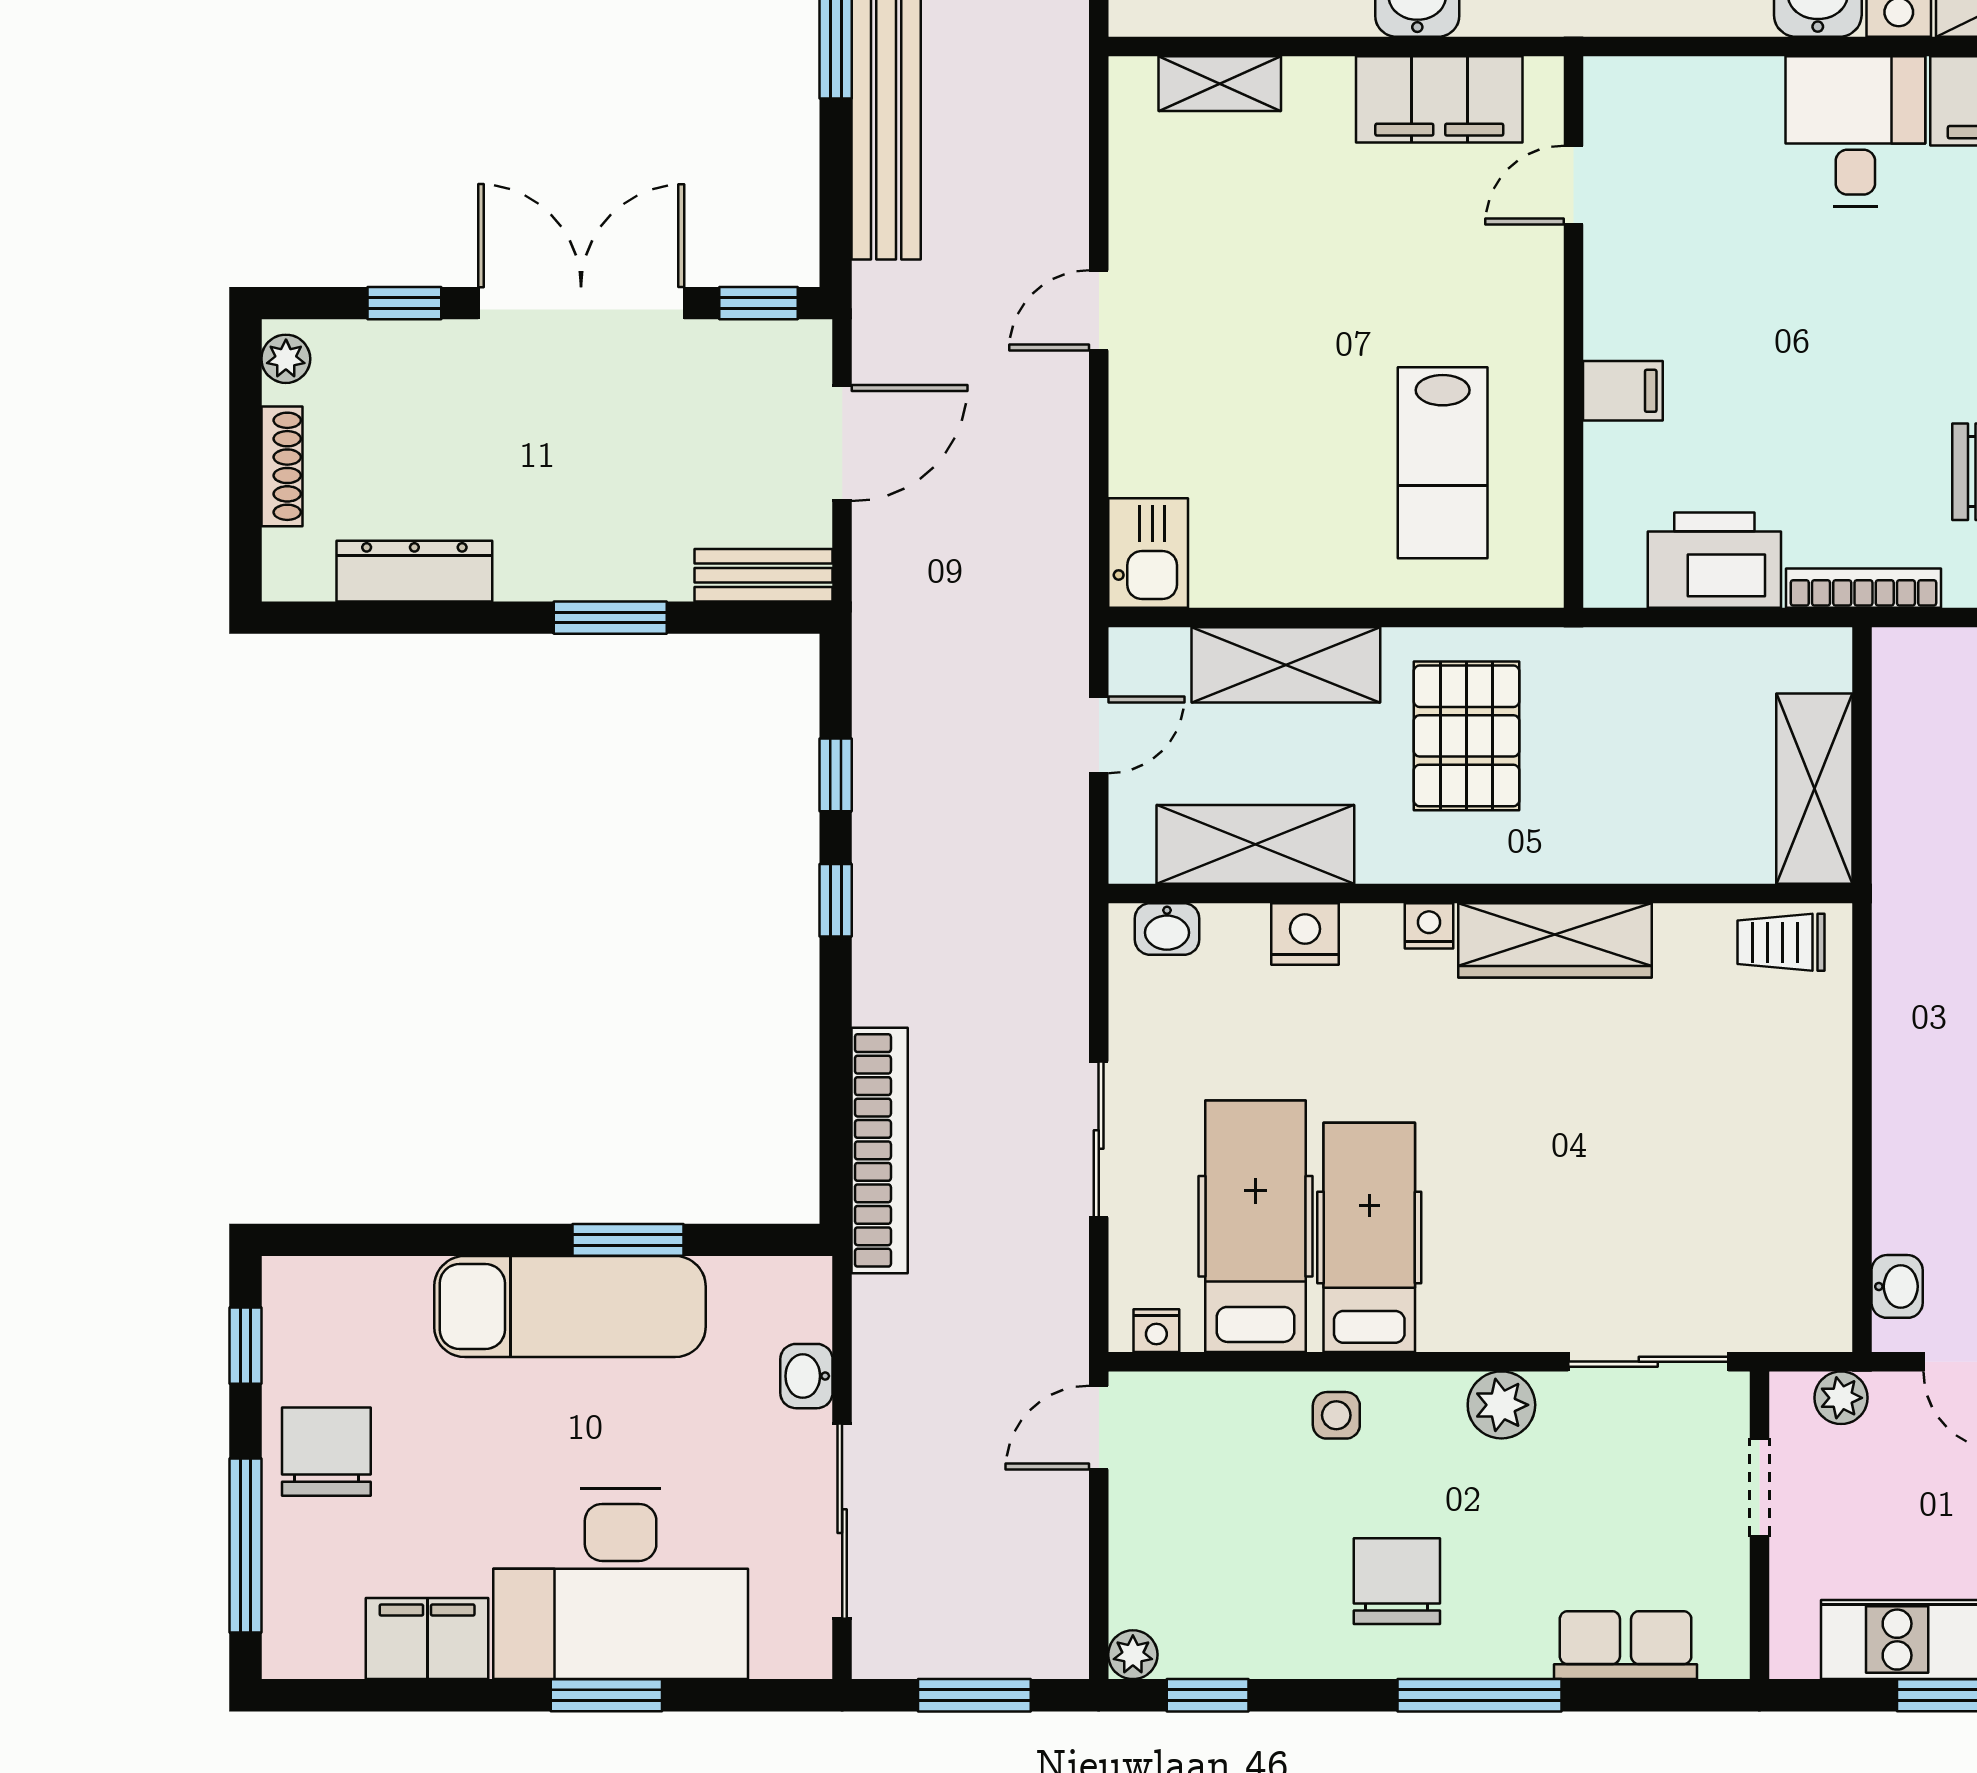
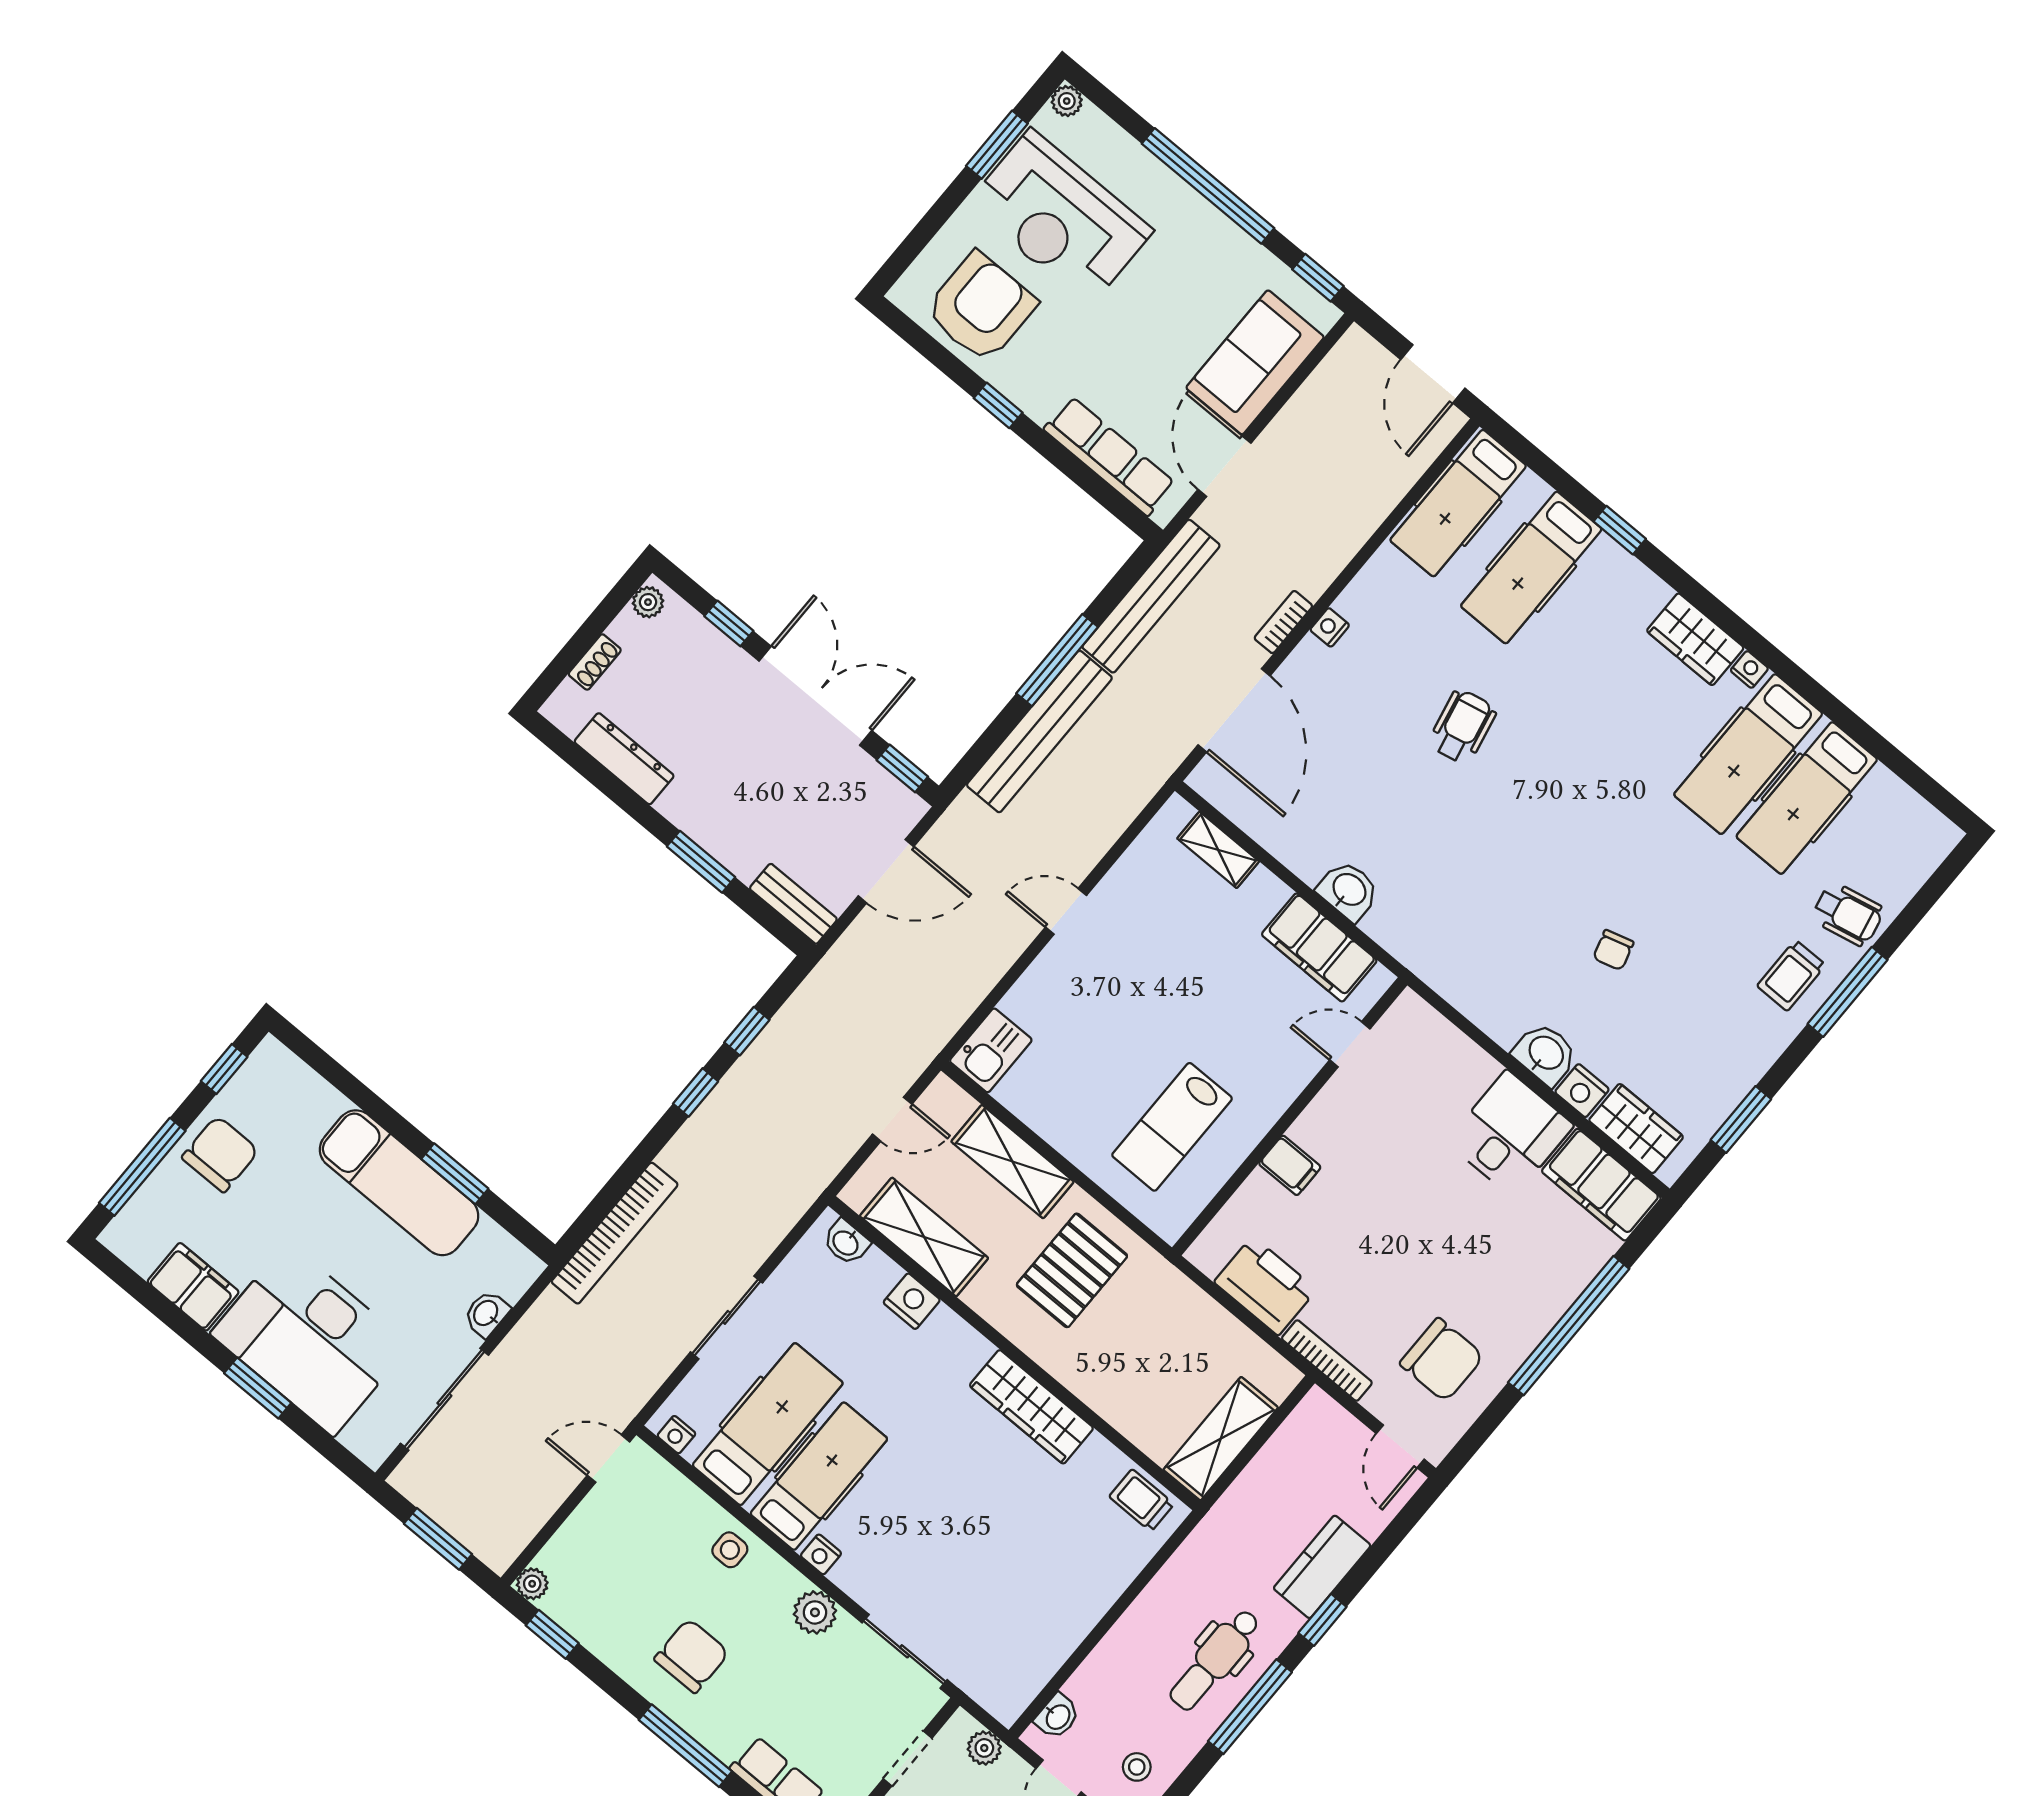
shoe rack: (282, 466) -> (595, 662), width x0.70
nightstand: (1429, 926) -> (821, 1554), moved, turned 180

